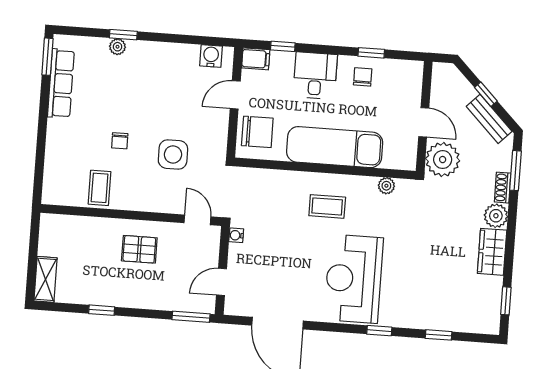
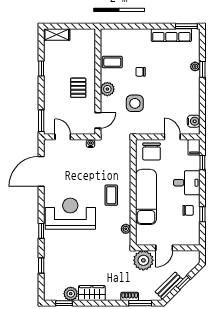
plant: (145, 200) -> (107, 89), added
plant: (496, 216) -> (71, 294), moved

